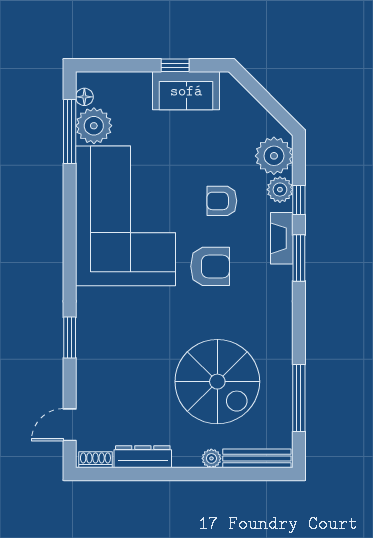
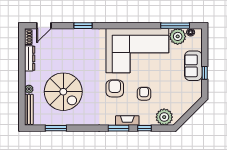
sofa: (186, 91) -> (193, 66), moved
plant: (280, 190) -> (149, 120), removed
armchair: (210, 266) -> (115, 88), turned 180
spiral stairs: (217, 382) -> (63, 92), turned -90
window: (299, 398) -> (56, 128), width x0.69
door: (70, 425) -> (44, 26), swing flipped

